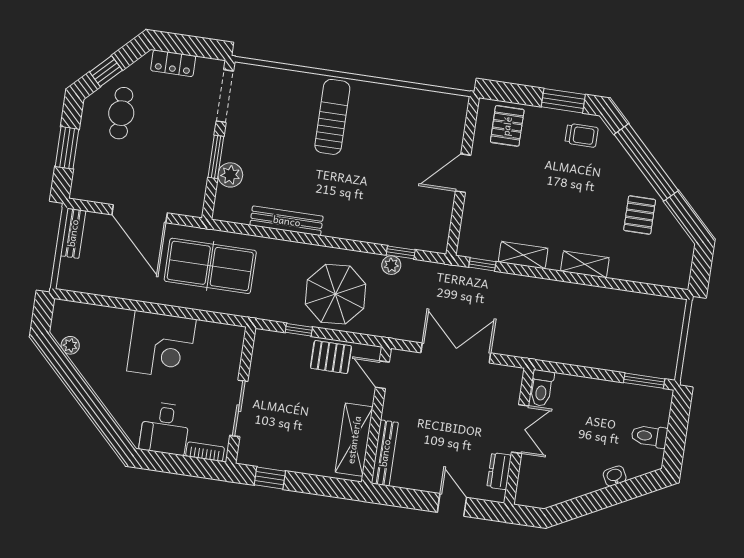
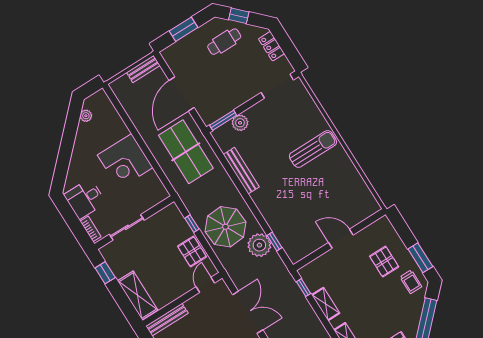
pallet: (507, 126) -> (384, 262), moved, turned 90
window: (216, 157) -> (223, 120), moved
plant: (391, 265) -> (259, 245), width x1.88, depth x1.88
shelving: (354, 440) -> (138, 295), moved, turned 90

